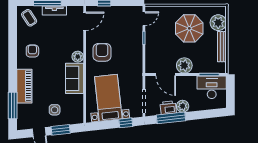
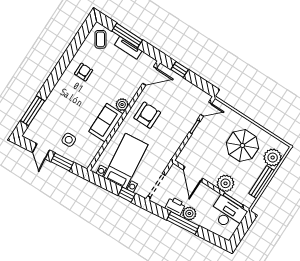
plant: (184, 65) -> (226, 183), moved
piano: (24, 86) -> (55, 100), removed
window: (171, 118) -> (183, 223), moved

